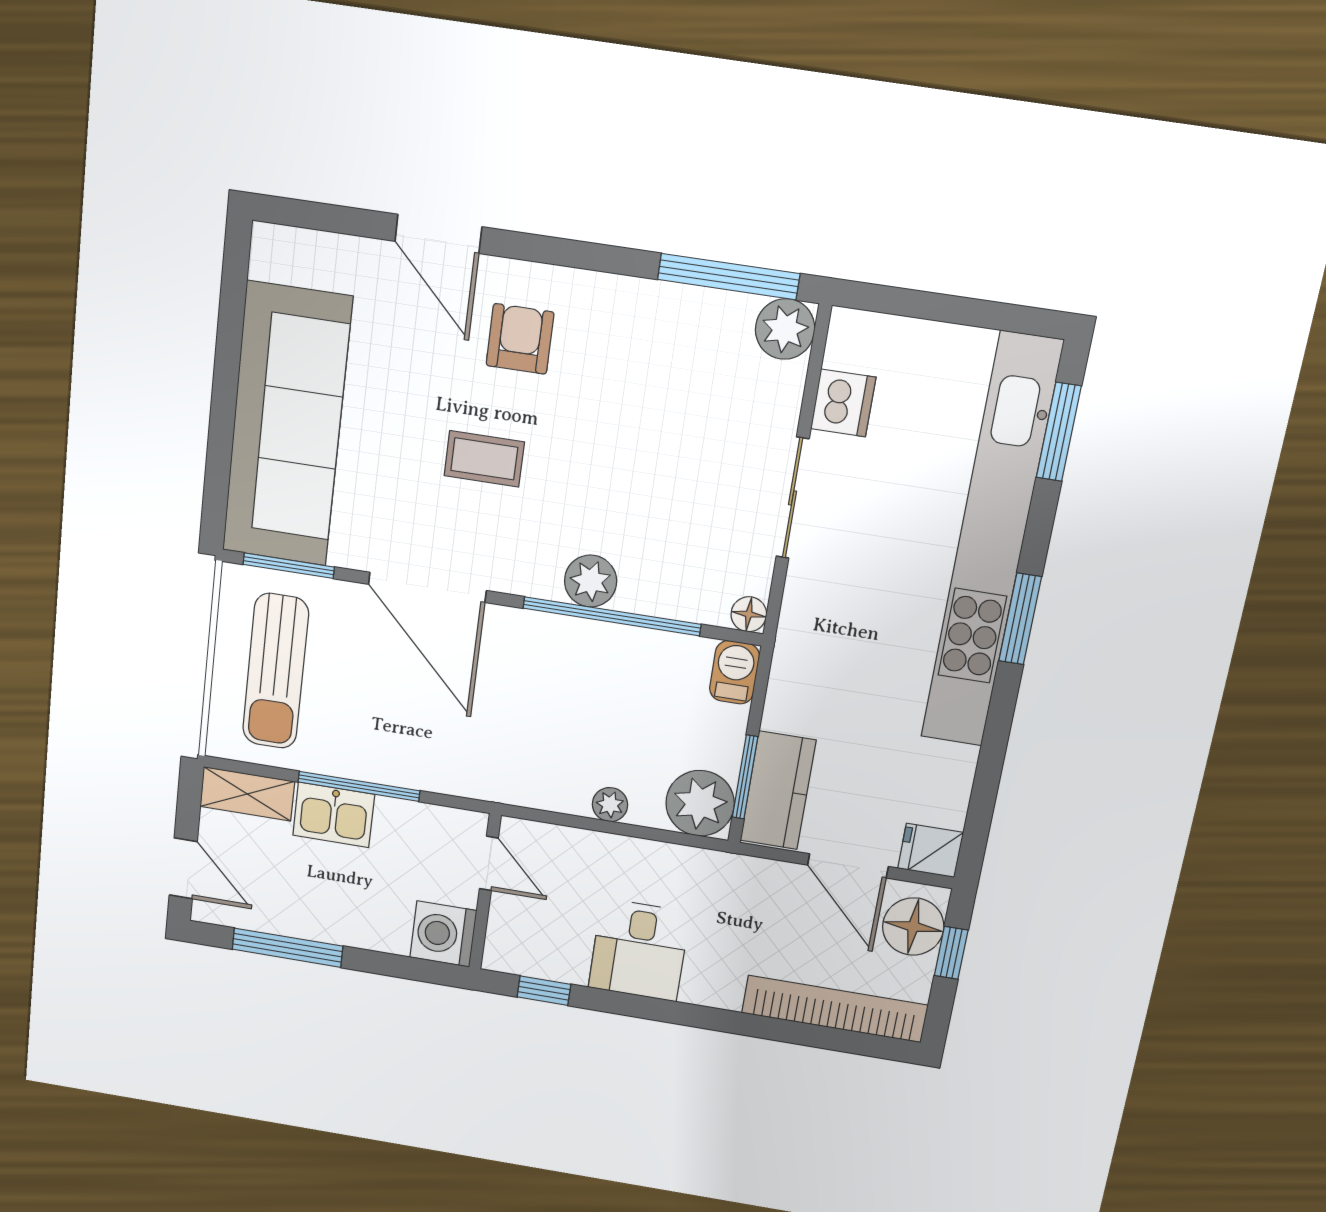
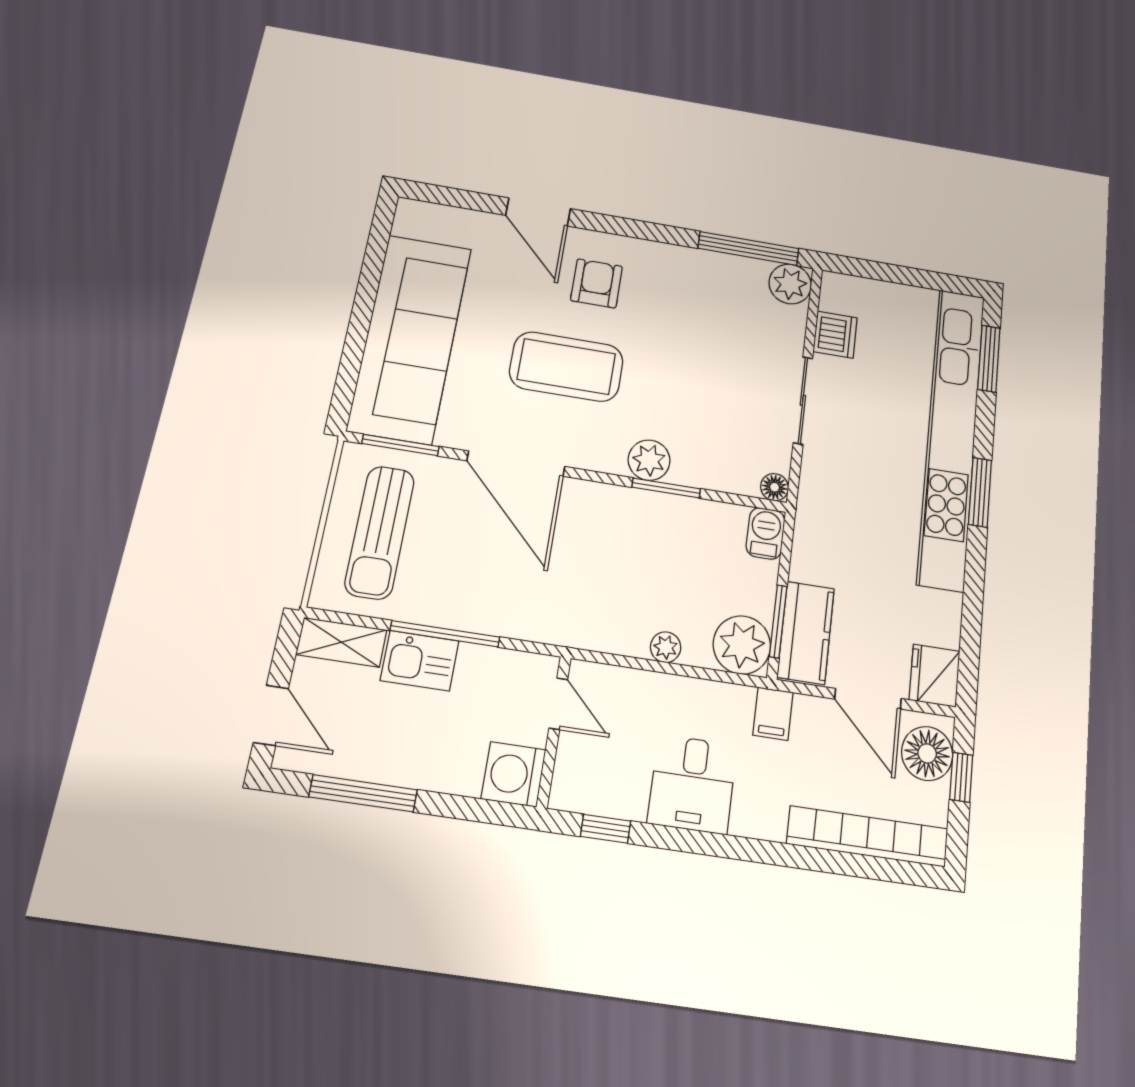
coffee table: (484, 459) -> (566, 367), width x1.86, depth x1.72
window: (612, 616) -> (666, 488), width x0.47
fridge: (930, 850) -> (935, 676), width x1.38
filing cabinet: (734, 879) -> (773, 714), added

